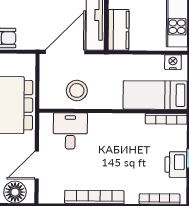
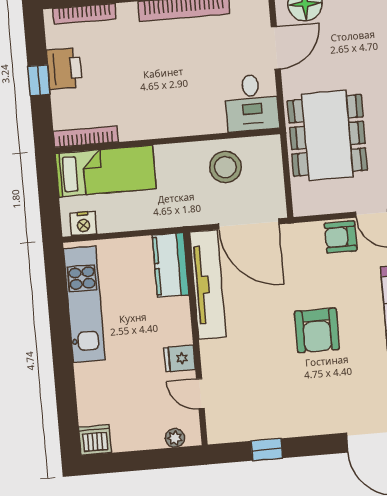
door: (65, 52) -> (249, 224), hinge flipped
desk: (70, 131) -> (252, 103), moved

